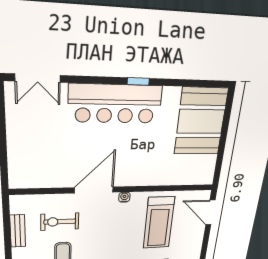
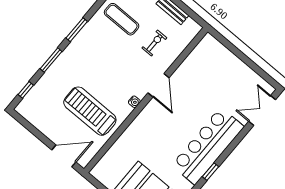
door: (94, 190) -> (158, 85), width x0.73
exercise bike: (60, 222) -> (154, 43), width x0.73, depth x0.72

